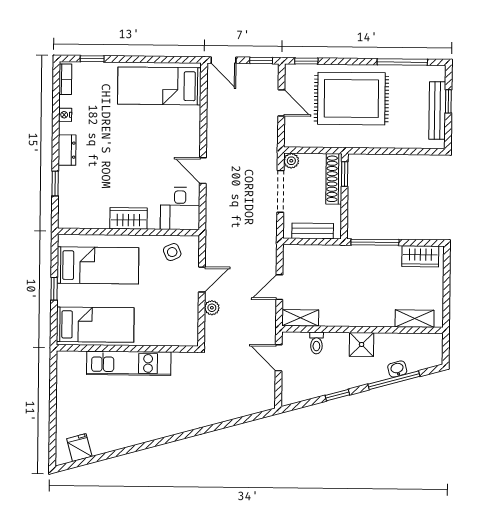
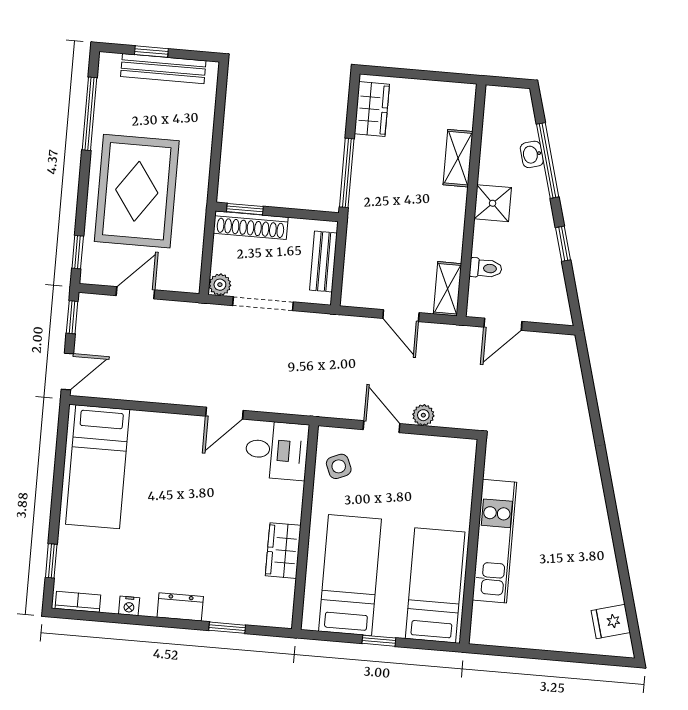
wardrobe: (129, 218) -> (283, 551), moved
shelving: (415, 319) -> (458, 158), moved

